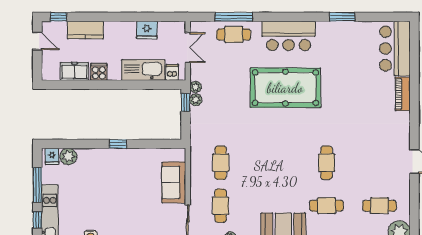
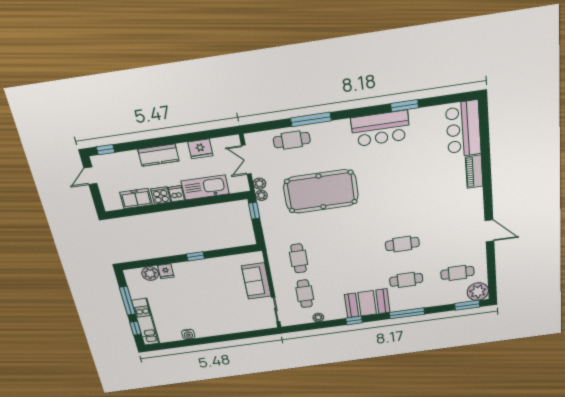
window: (234, 17) -> (311, 119), moved
kitchen counter: (85, 30) -> (158, 155), moved
bar counter: (289, 36) -> (381, 129), moved
door: (37, 41) -> (90, 176), swing flipped
double door: (188, 48) -> (246, 160), swing flipped
dishwasher: (172, 72) -> (176, 194), moved
pool table: (285, 88) -> (321, 192), moved
plant: (196, 100) -> (259, 184), moved
fridge: (52, 156) -> (166, 271), moved
cafe table: (327, 163) -> (402, 244), turned 90

